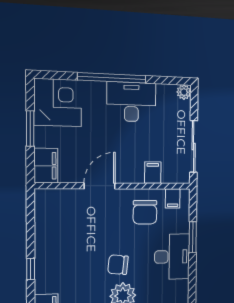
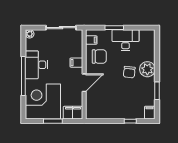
corner desk: (58, 103) -> (43, 101), width x1.36, depth x1.36
filing cabinet: (153, 173) -> (76, 63), moved
door: (100, 186) -> (84, 83), swing flipped

